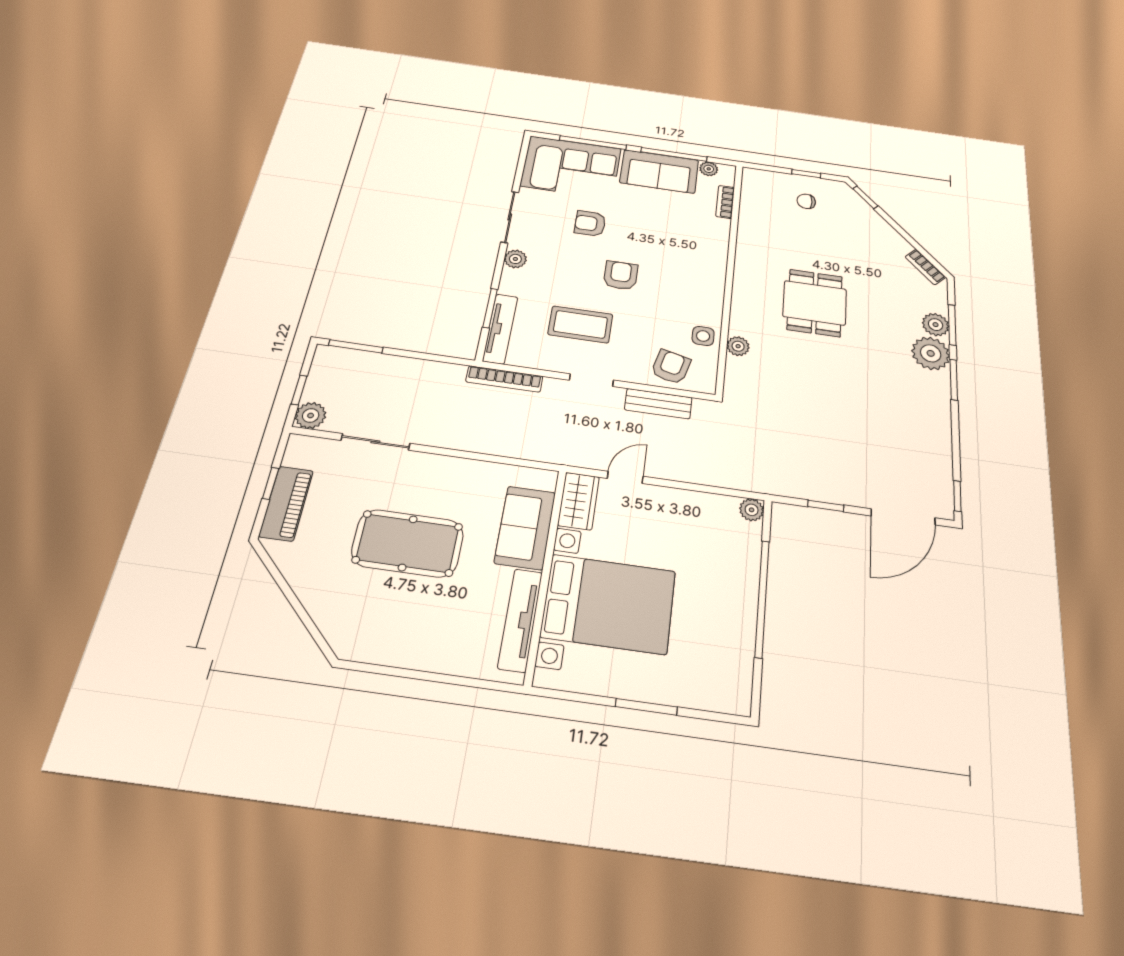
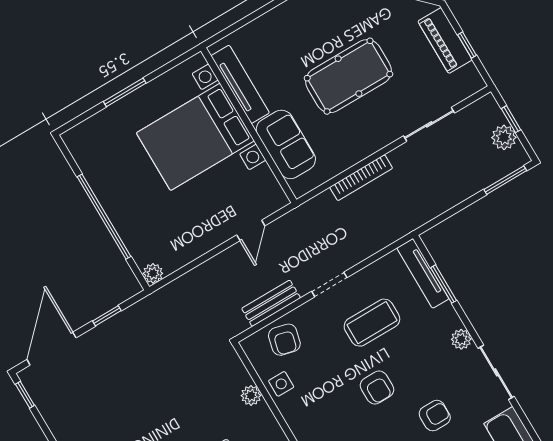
bookcase: (504, 379) -> (361, 178), moved, turned 180
plant: (311, 416) -> (504, 137), moved
wardrobe: (579, 501) -> (267, 189), removed

